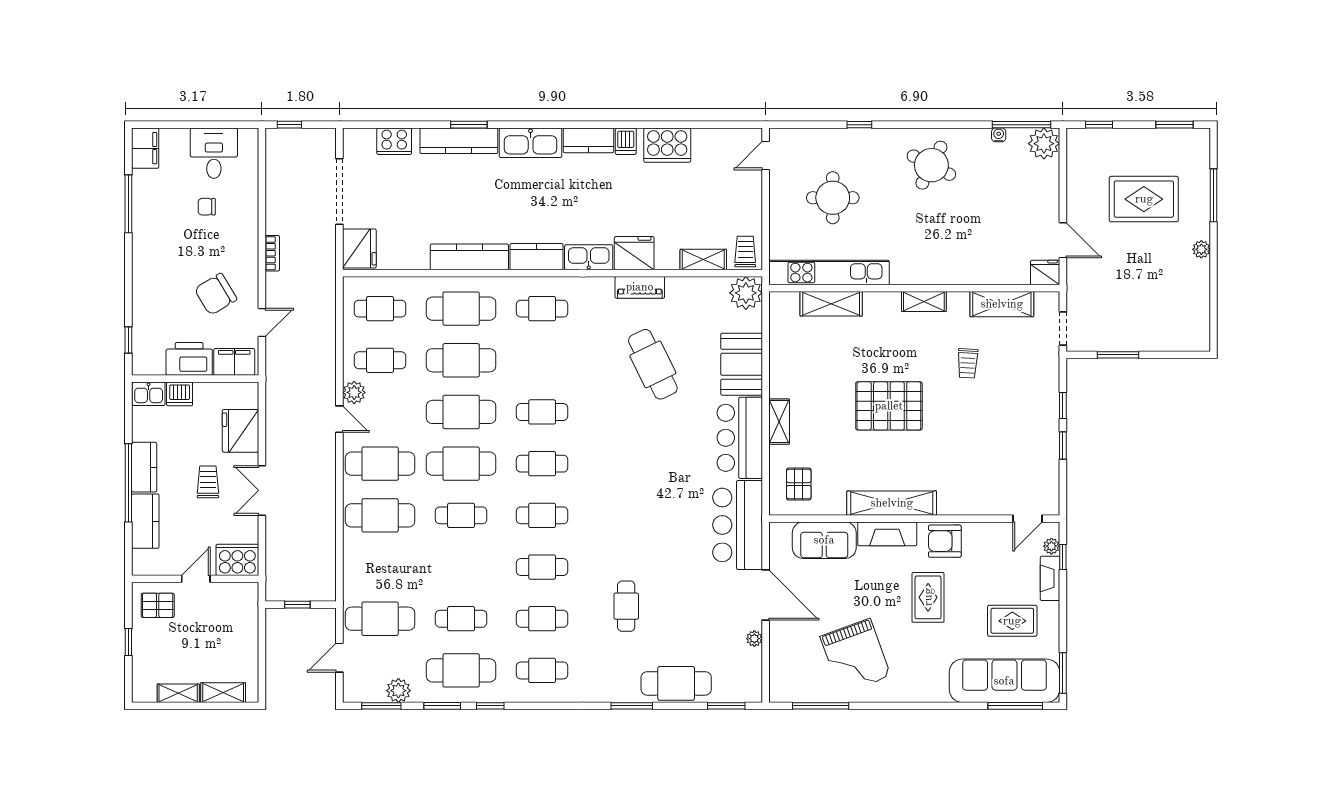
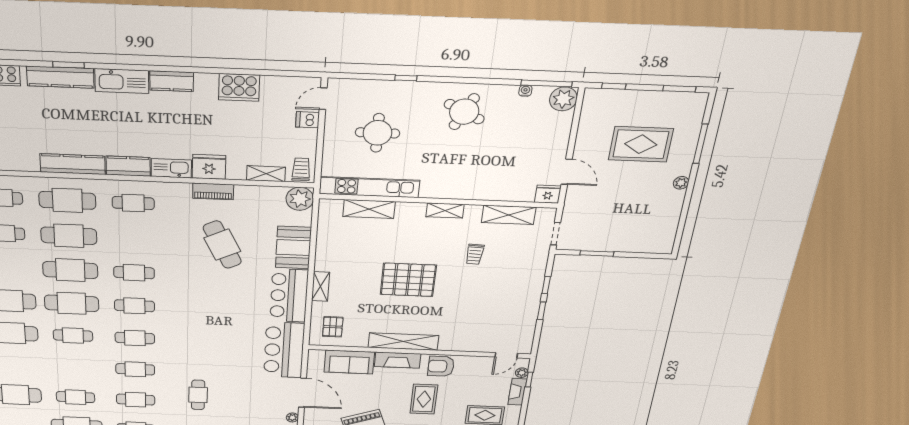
dishwasher: (626, 141) -> (308, 120), moved, turned 90

